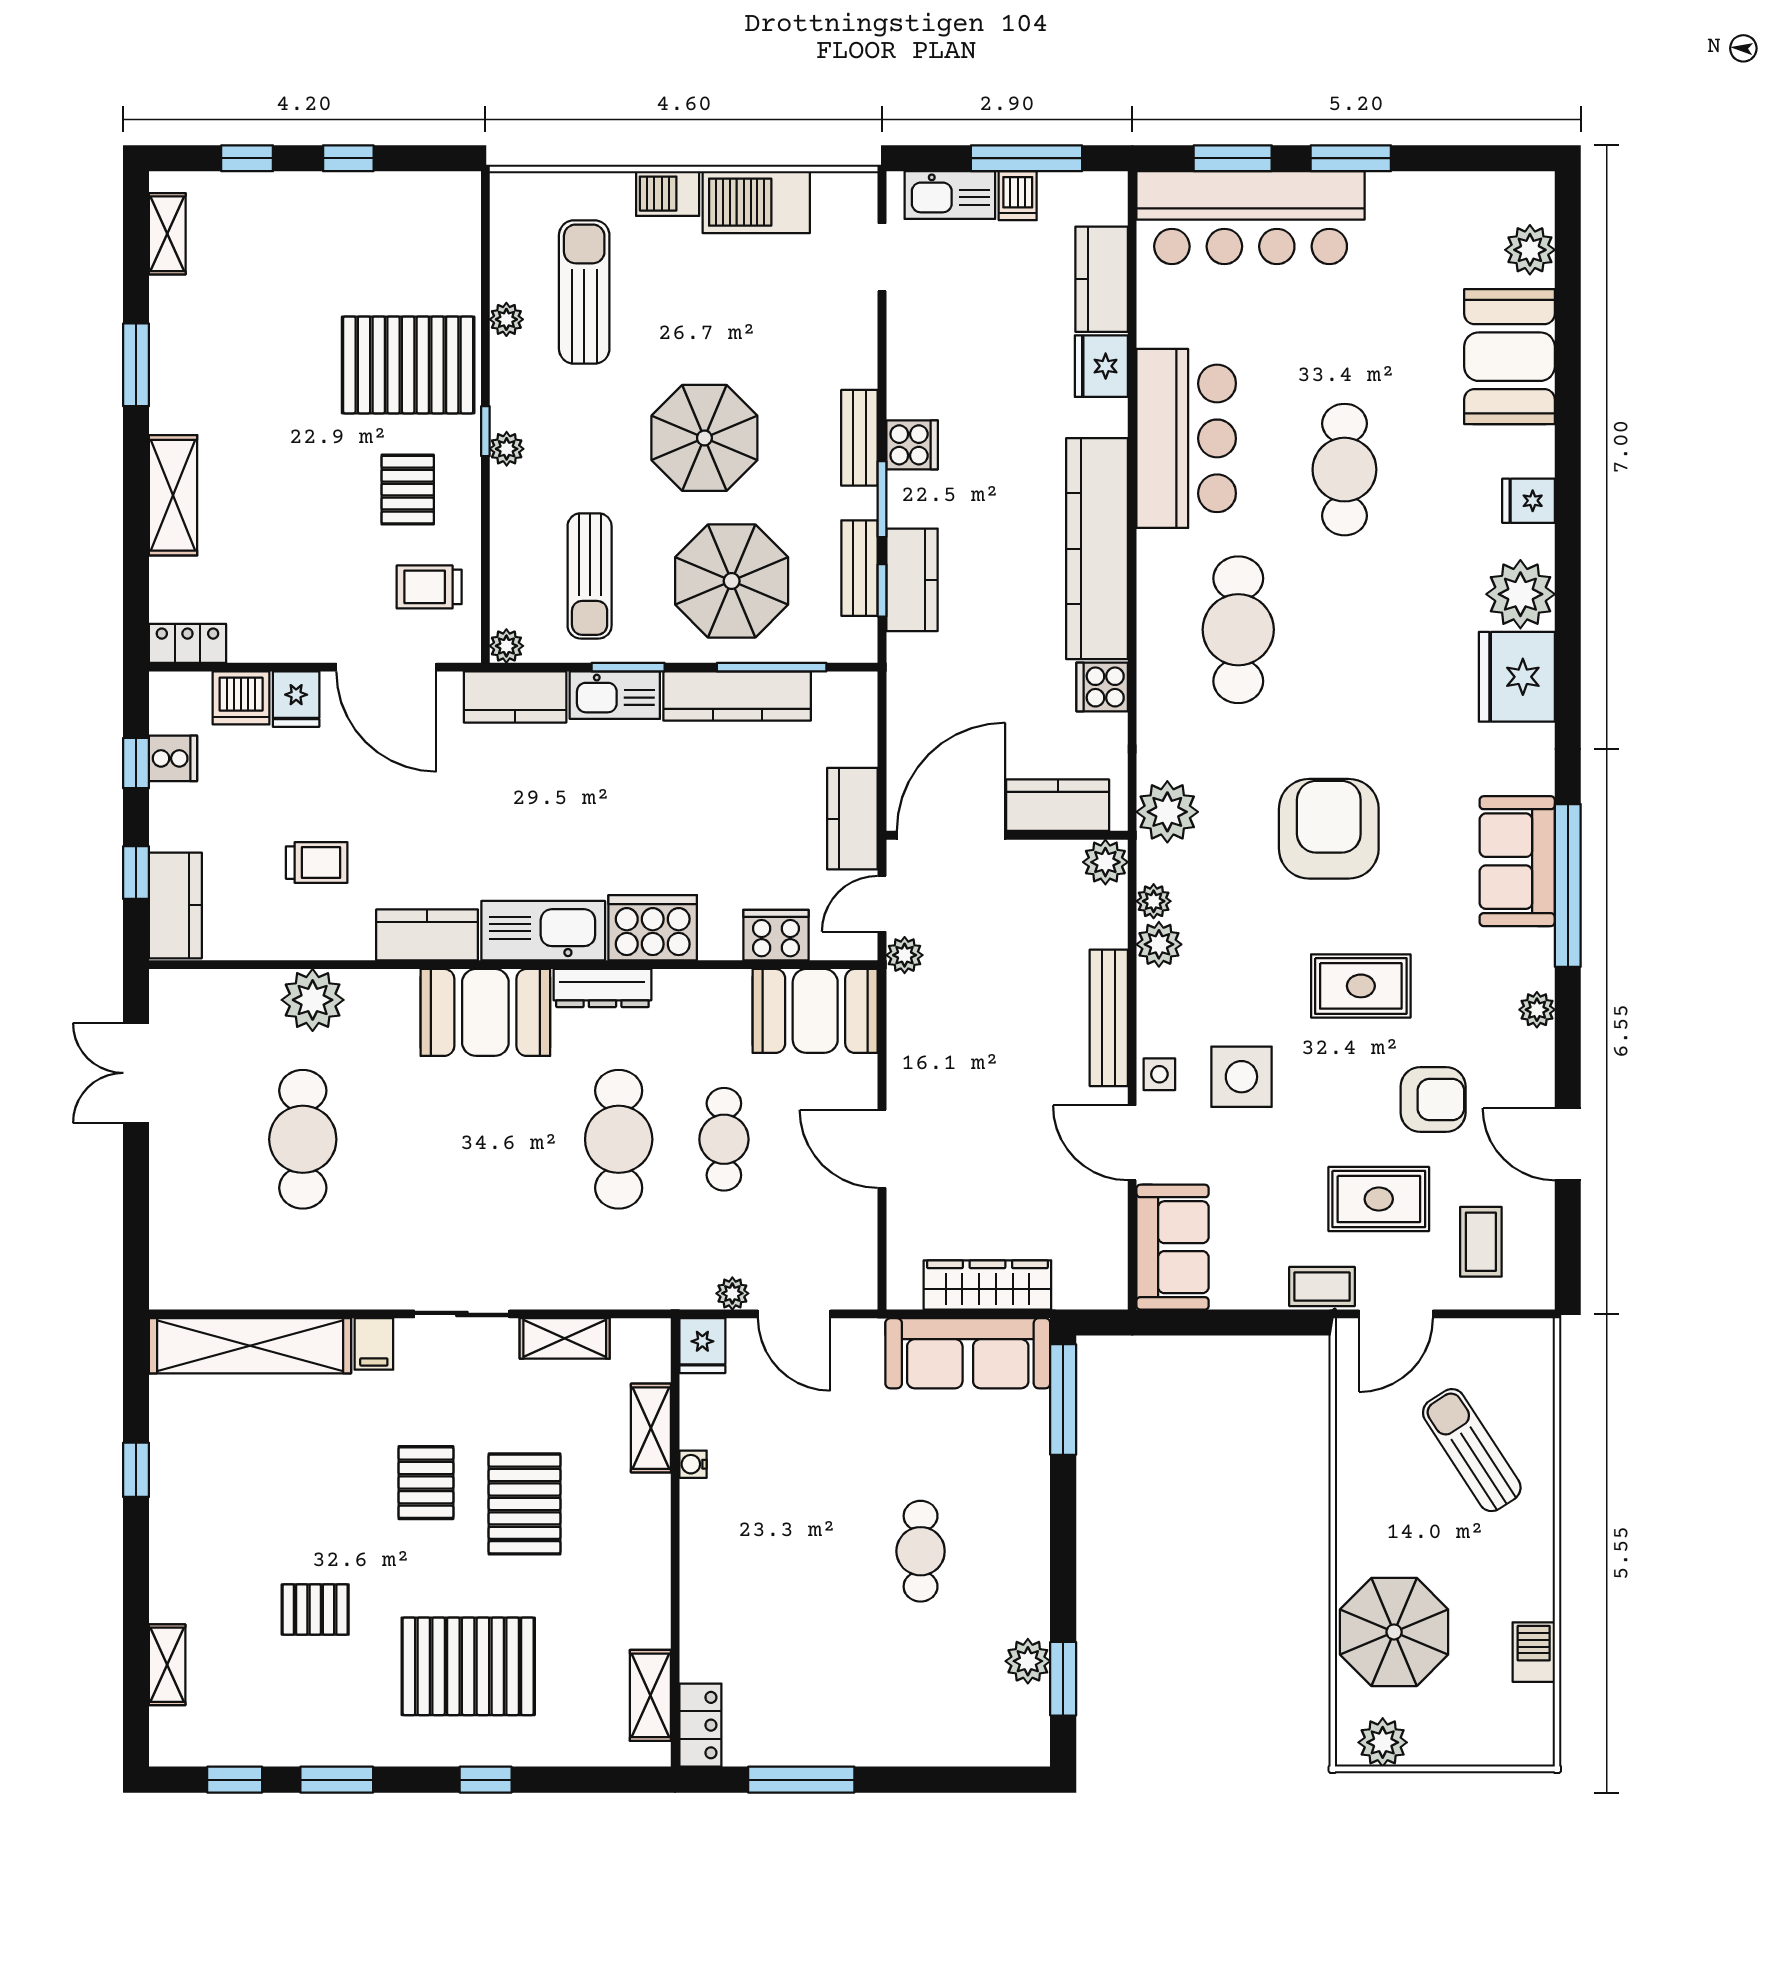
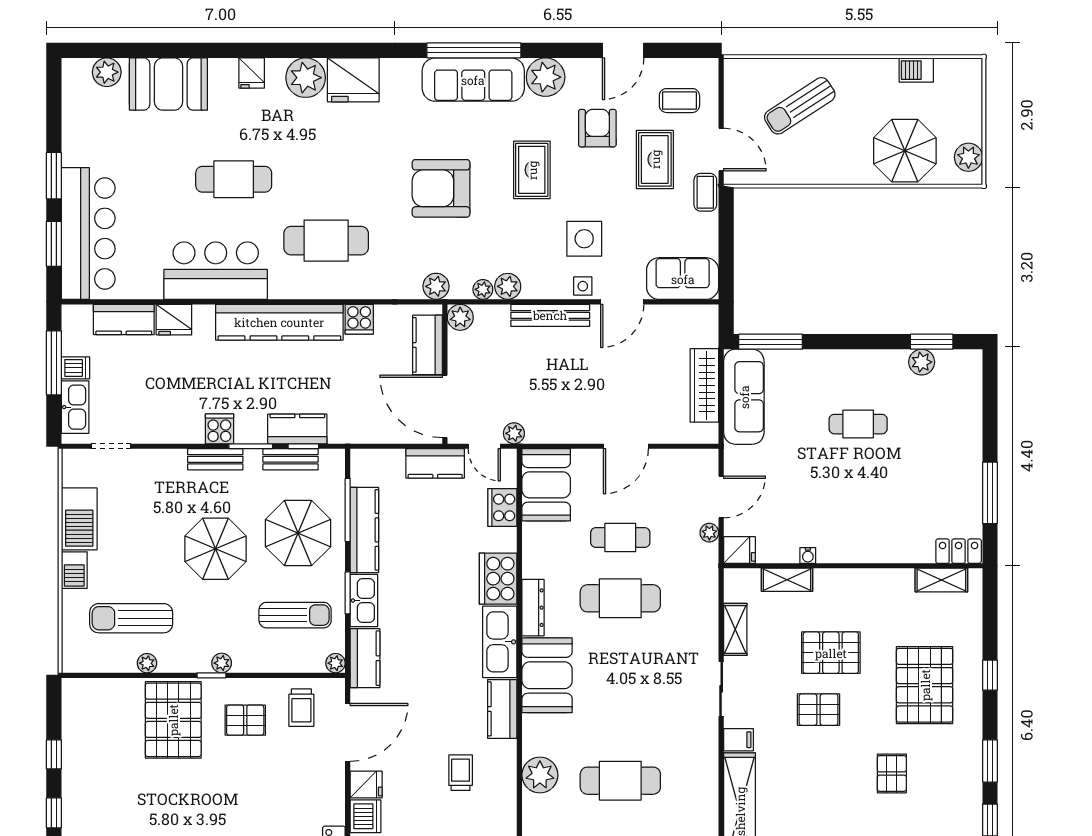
plant: (1167, 812) -> (436, 286), width x0.73, depth x0.73
sofa: (1517, 861) -> (473, 80), width x1.36
plant: (1537, 1010) -> (546, 77), width x1.87, depth x1.87

